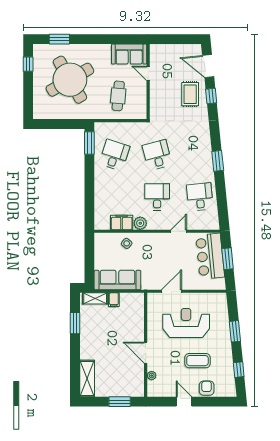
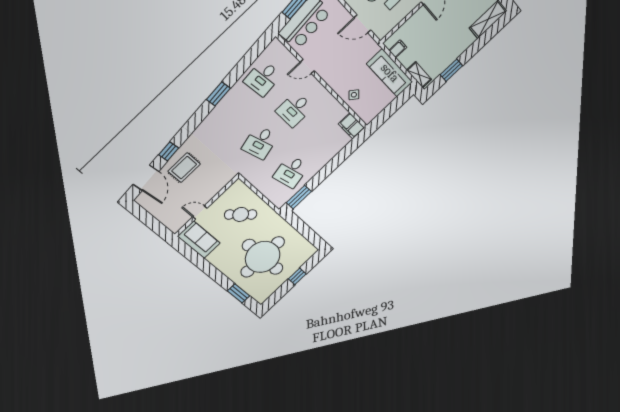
window: (28, 64) -> (297, 276), moved
door: (148, 73) -> (200, 213), swing flipped
round table: (70, 80) -> (263, 257), turned 30
cafe table: (118, 96) -> (241, 215), turned 45
desk: (114, 155) -> (291, 171), turned -30
filing cabinet: (122, 222) -> (351, 126), moved
plant: (140, 223) -> (328, 101), removed
filing cabinet: (114, 300) -> (398, 49), moved

